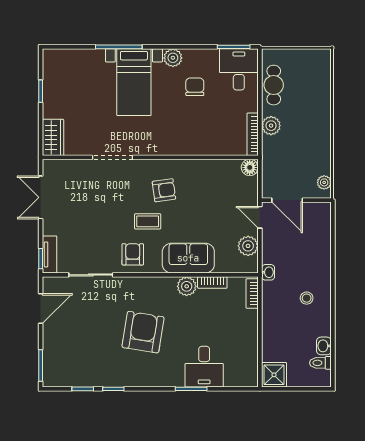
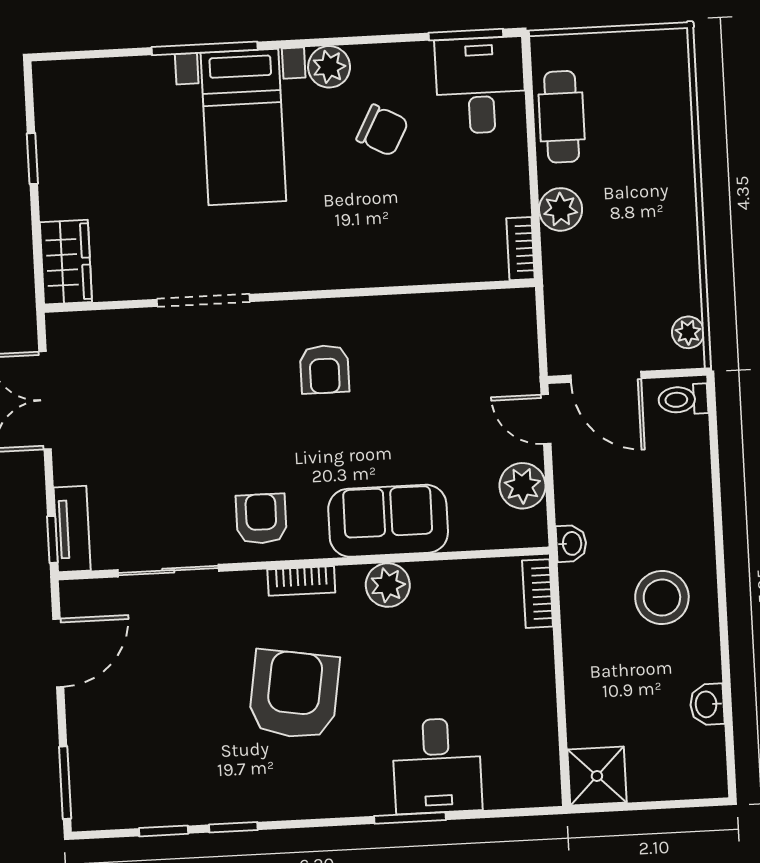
chair: (195, 87) -> (382, 130), turned 118
bookcase: (253, 134) -> (521, 249), width x0.64
floor lamp: (250, 167) -> (517, 307), removed
armchair: (164, 190) -> (324, 369), turned 98
coffee table: (148, 221) -> (291, 442), removed
bookcase: (212, 283) -> (301, 581), moved
stool: (307, 298) -> (662, 598), width x1.89, depth x1.89
toilet: (320, 363) -> (683, 399), moved

